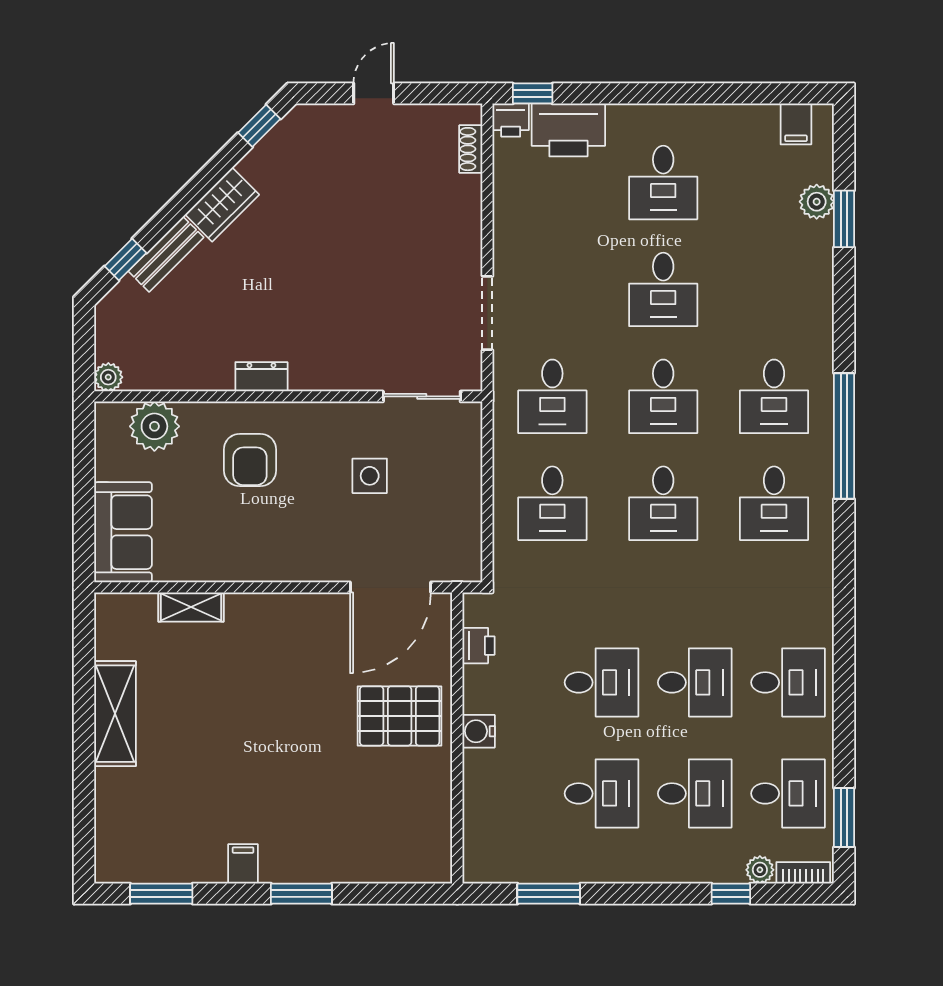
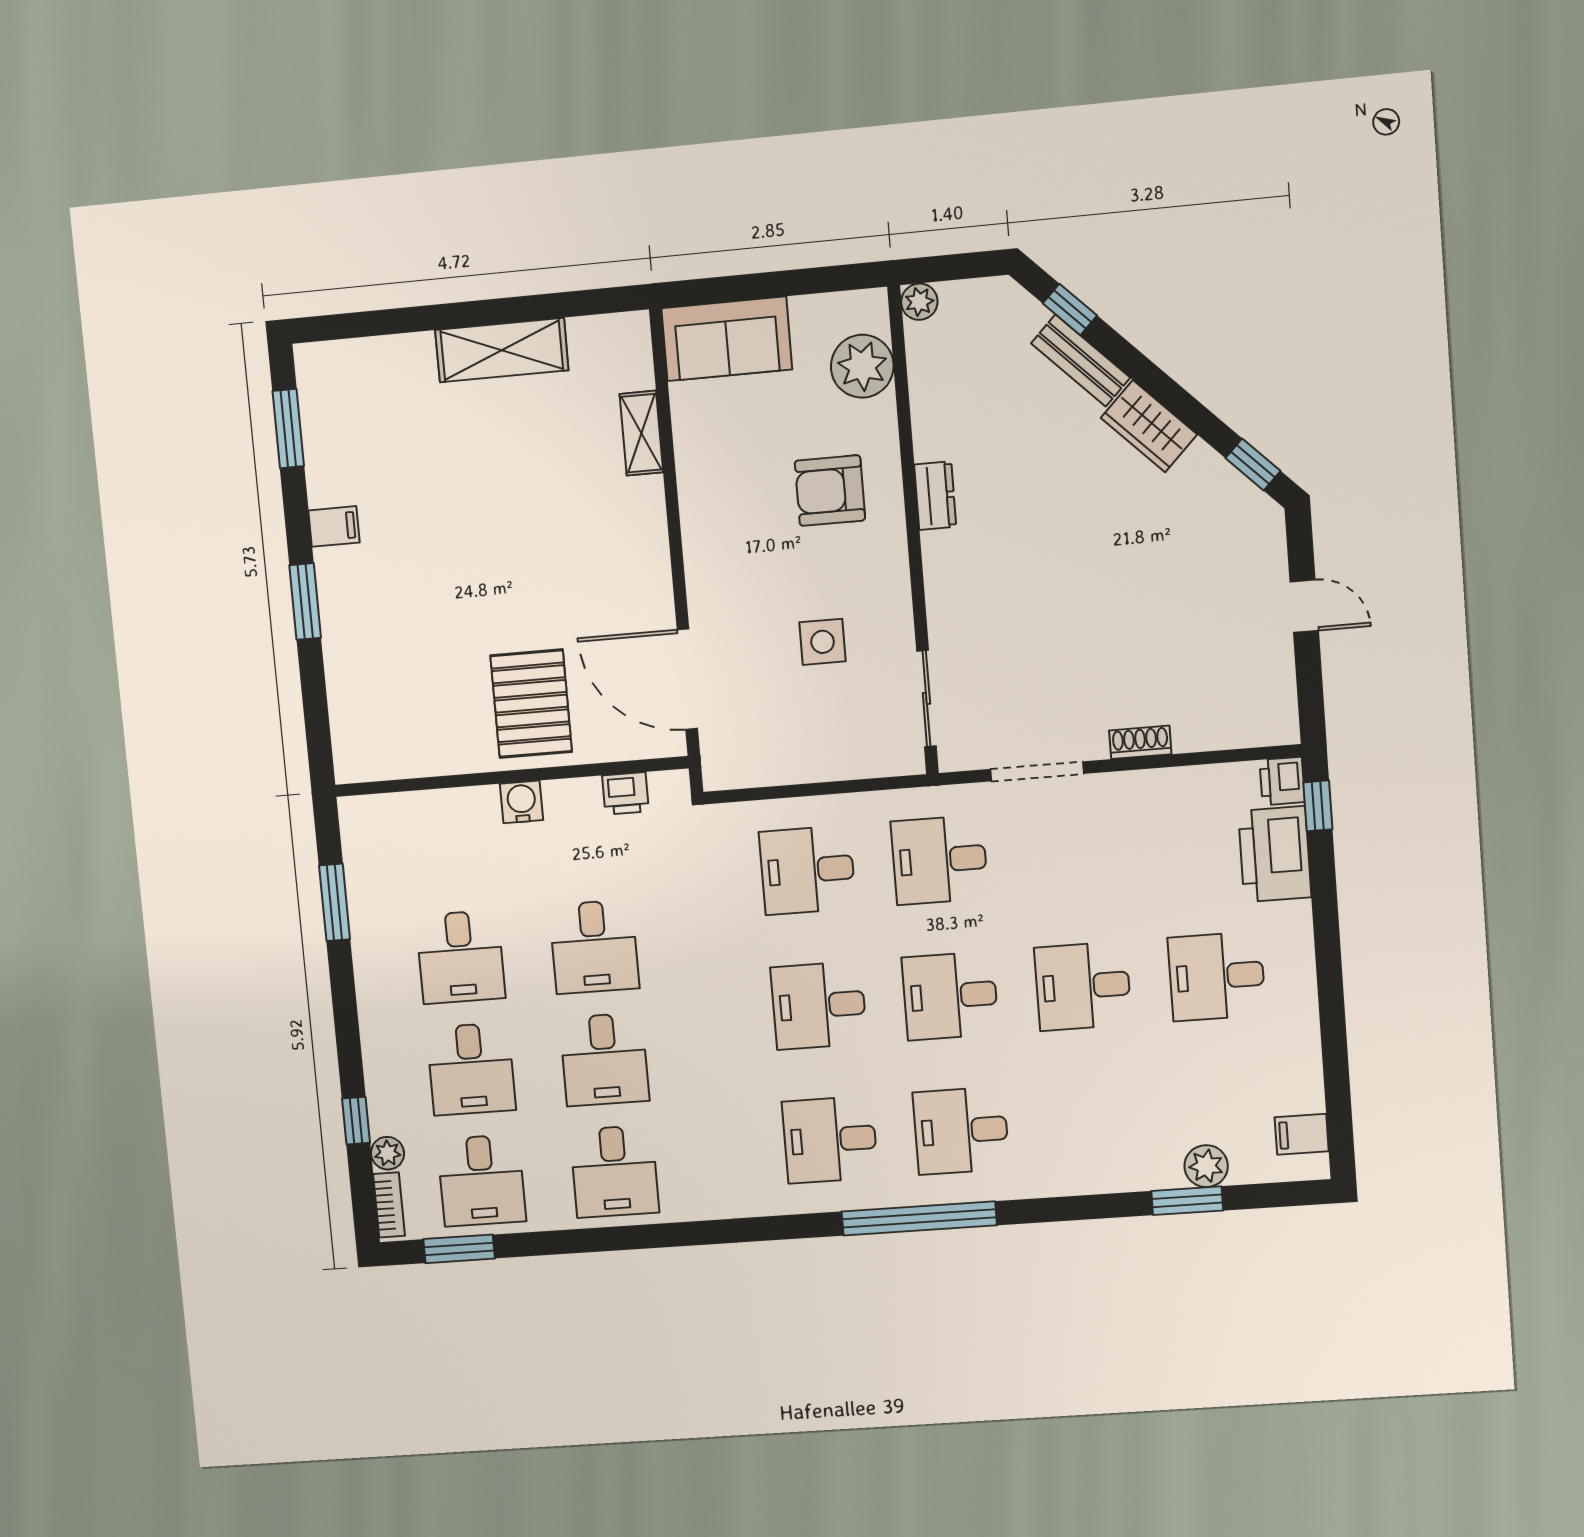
shoe rack: (471, 149) -> (1140, 742), moved

